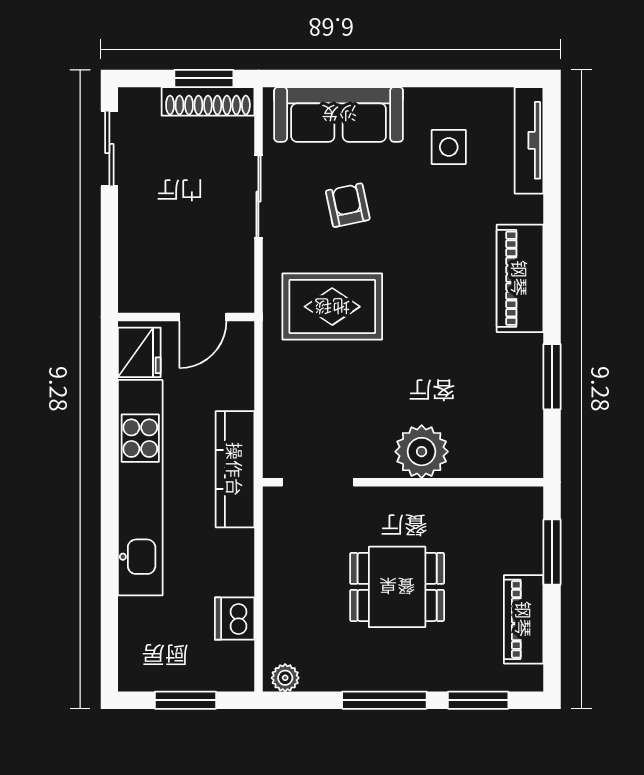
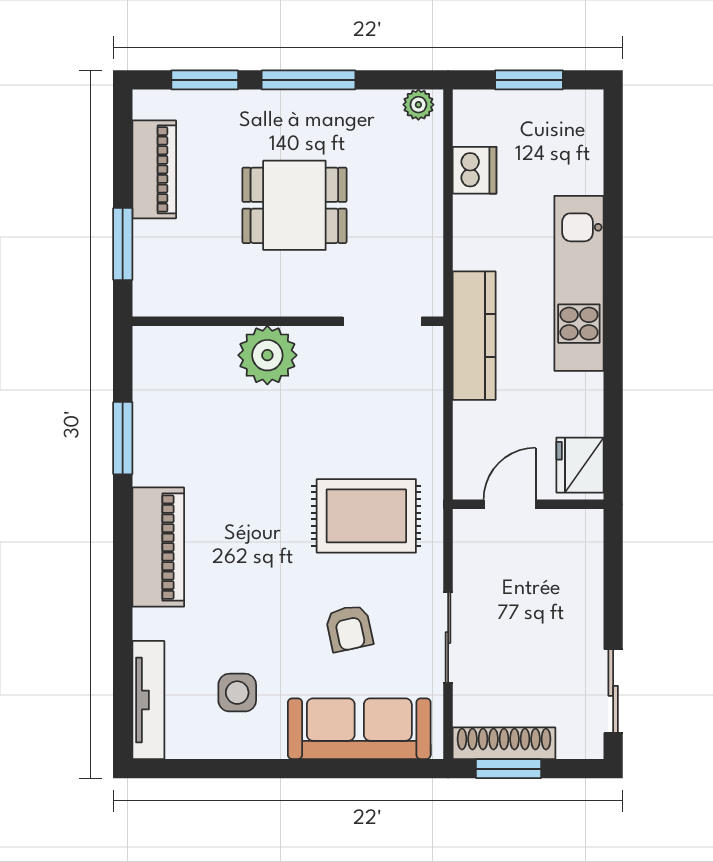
kitchen unit: (140, 488) -> (579, 283), width x0.73

